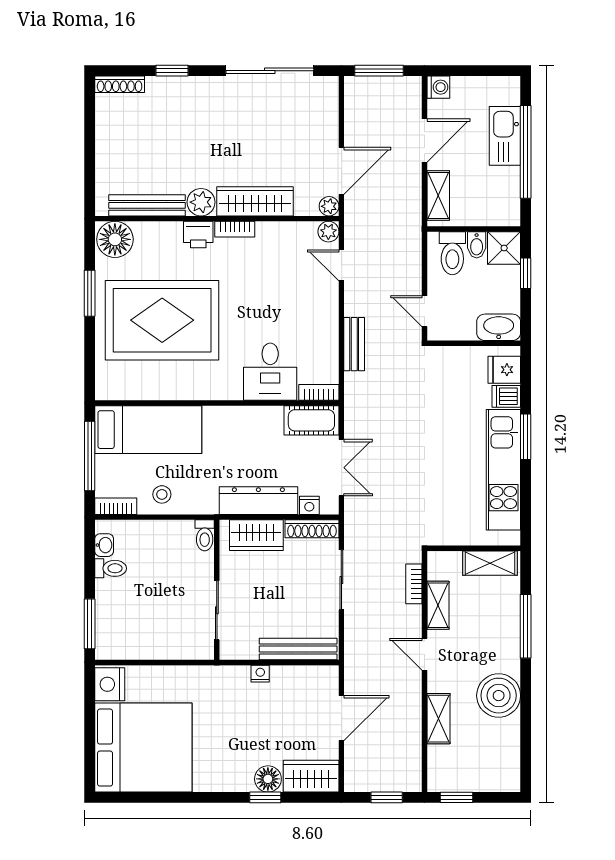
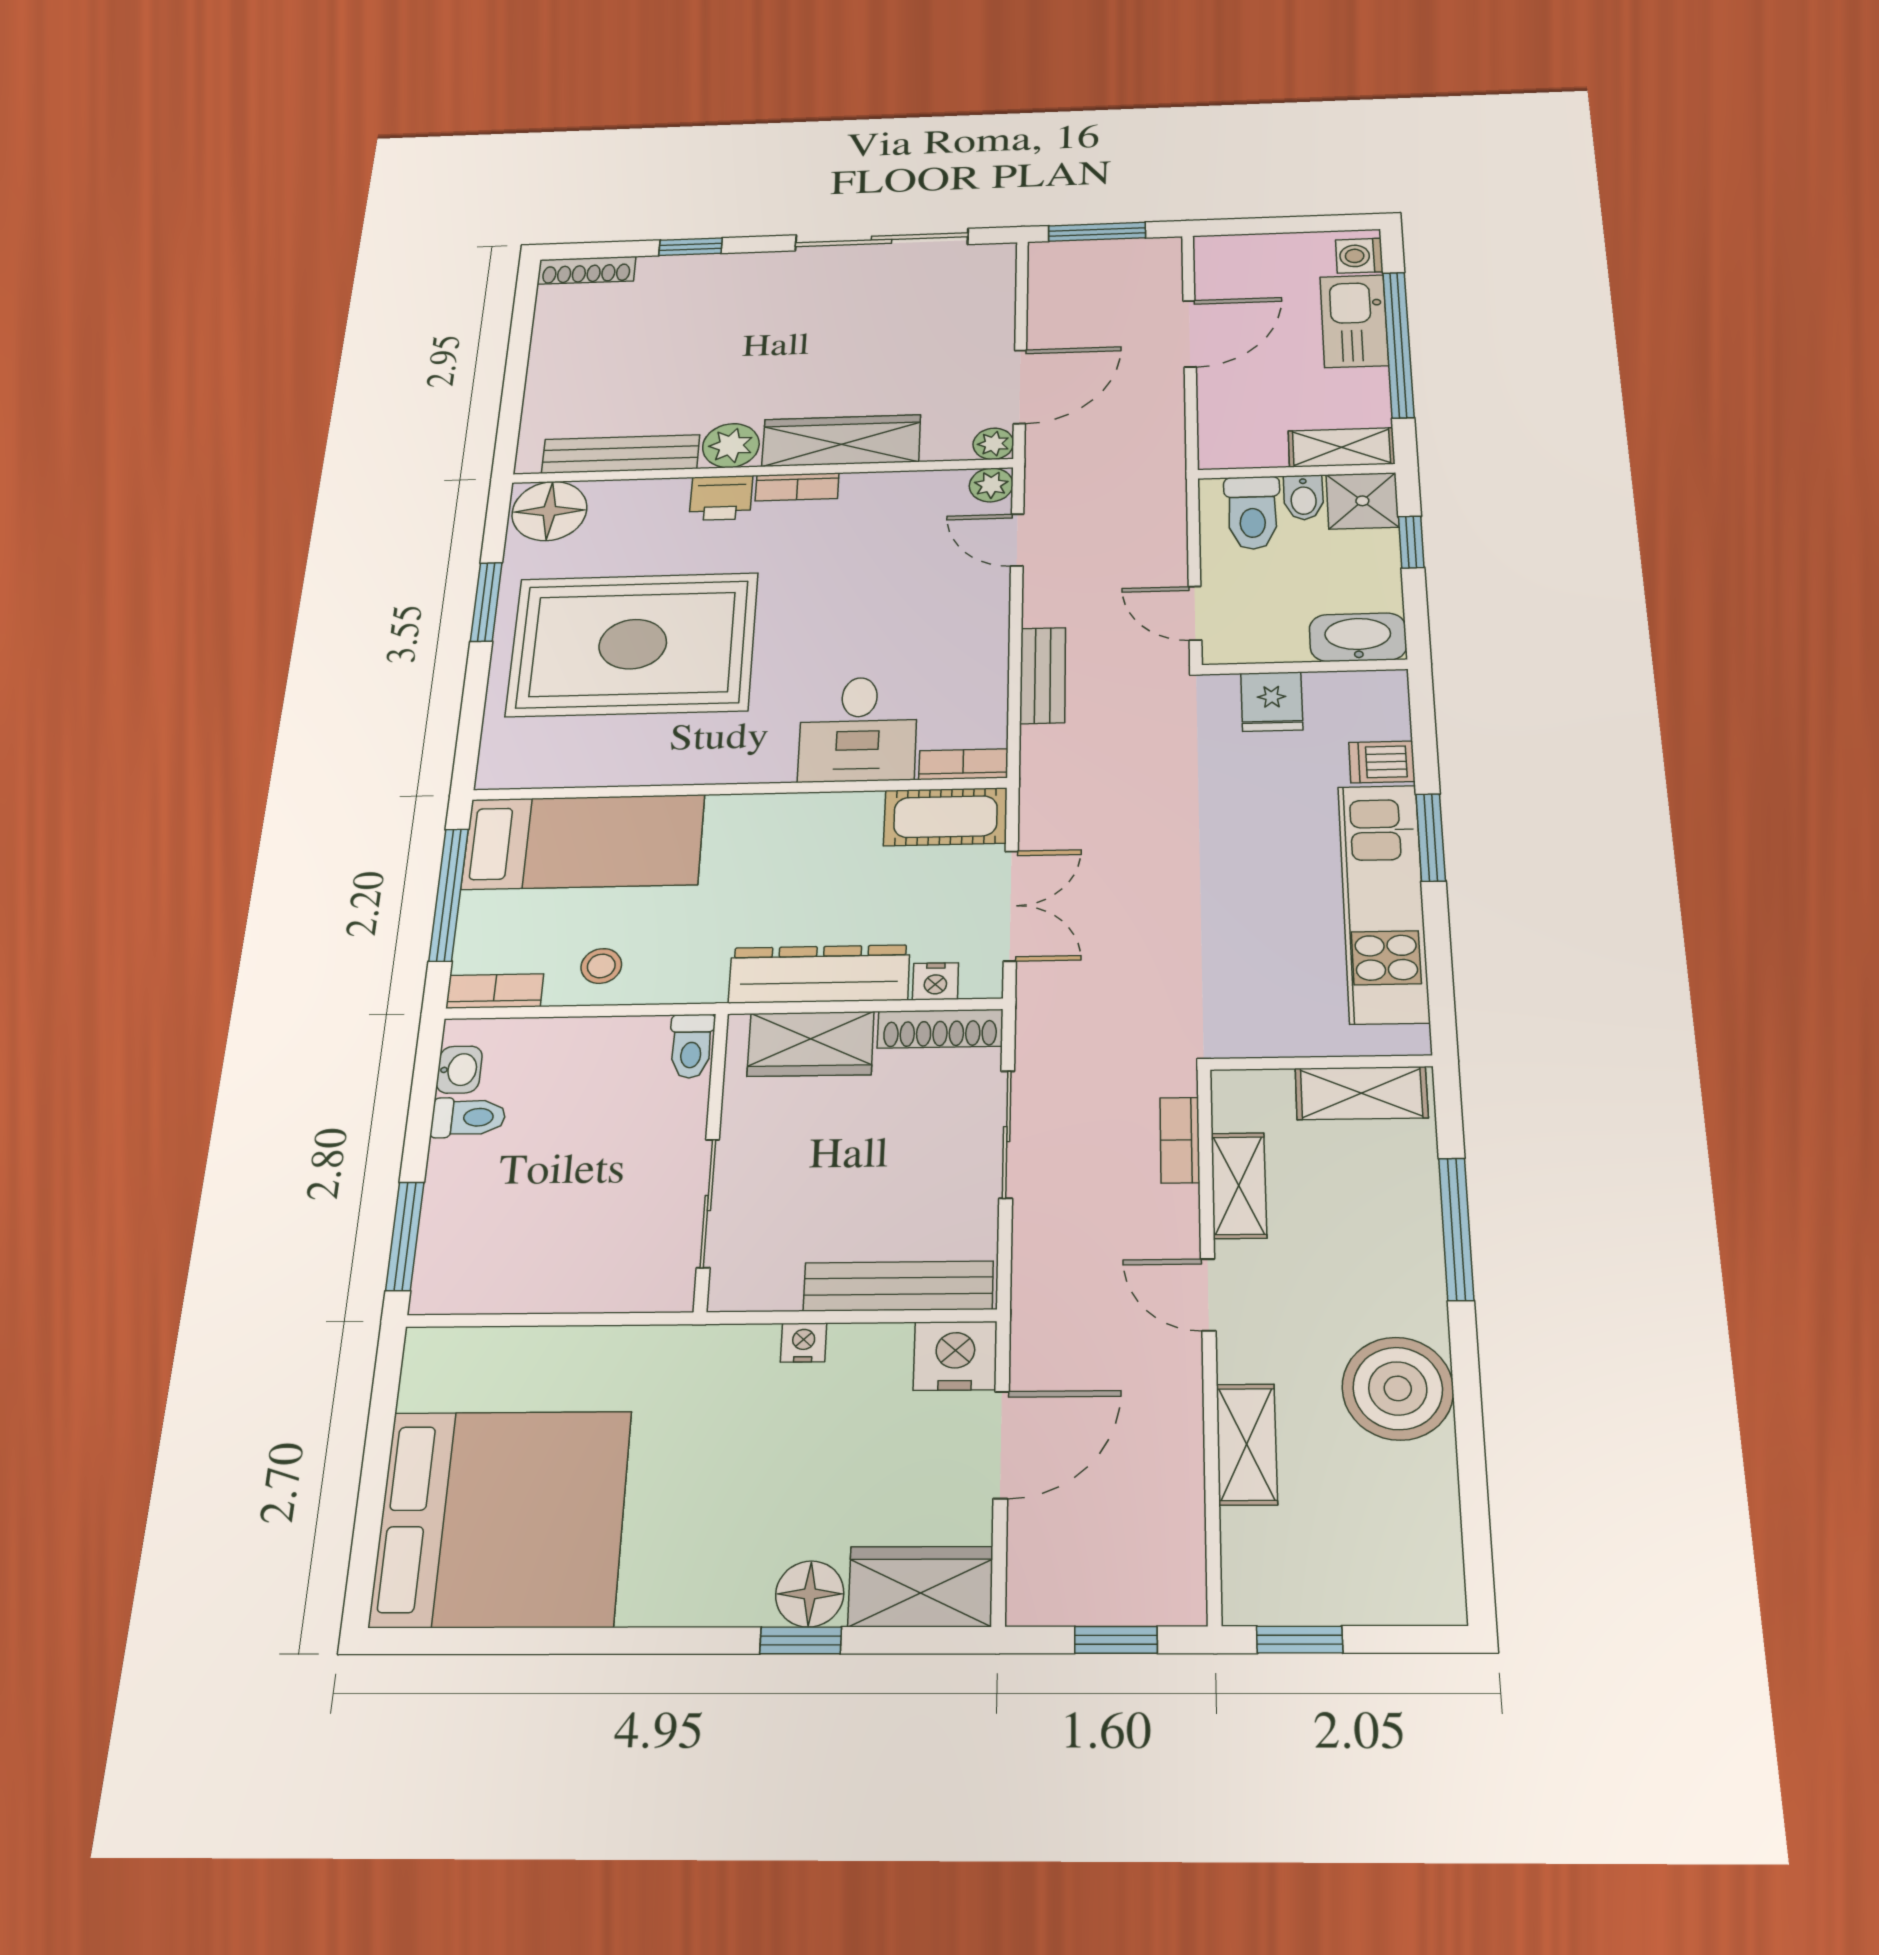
washing machine: (438, 87) -> (1359, 256), moved, turned 180
shelving: (438, 196) -> (1341, 447), moved, turned 90
fridge: (504, 370) -> (1272, 701), moved, turned -90
nightstand: (110, 684) -> (955, 1356), moved, turned 90

